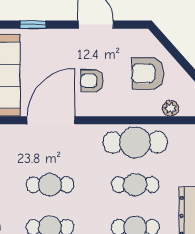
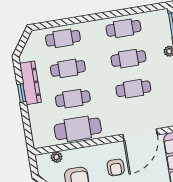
armchair: (92, 81) -> (116, 167), turned 90

